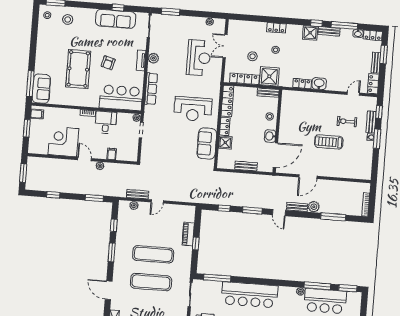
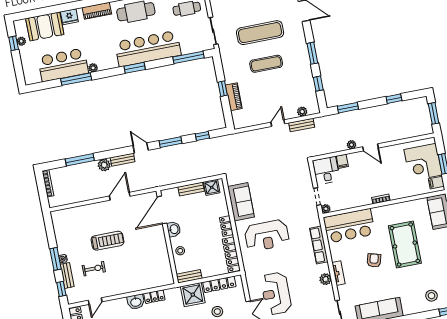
reception desk: (193, 109) -> (267, 235), turned 180
desk: (106, 122) -> (326, 170), moved, turned 180
corner desk: (63, 142) -> (423, 162), moved, turned 90
shower: (225, 143) -> (212, 187), moved
exercise mat: (153, 254) -> (266, 64), width x0.73, depth x0.69
window: (348, 288) -> (135, 68), moved

